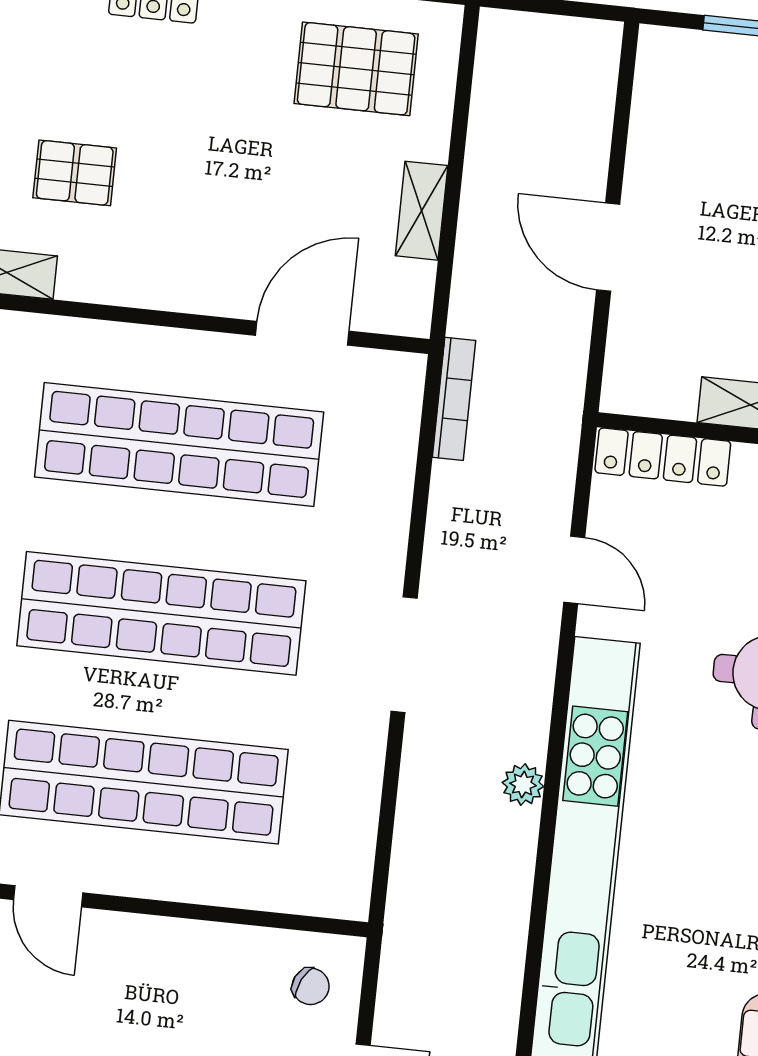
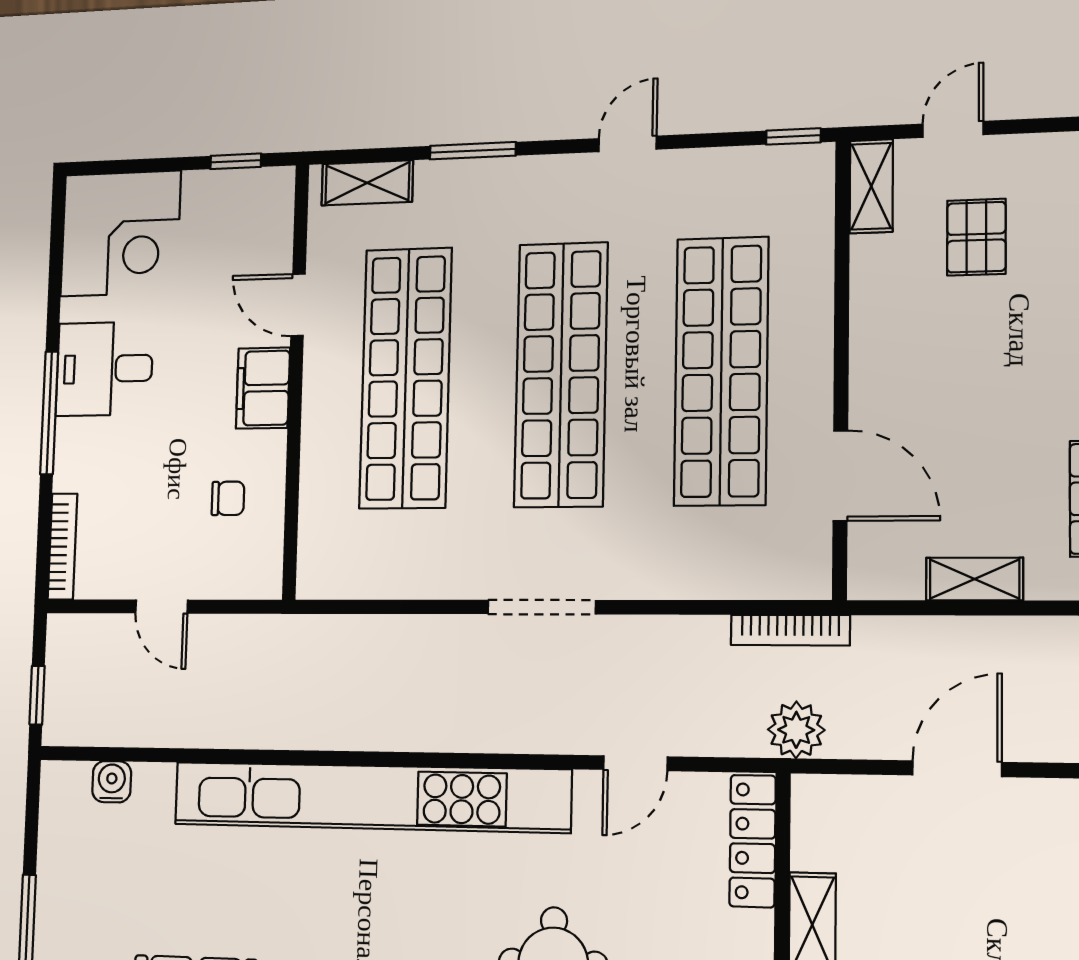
plant: (523, 784) -> (796, 730), moved, width x1.38, depth x1.38
door: (48, 896) -> (298, 305), hinge flipped
filing cabinet: (135, 943) -> (263, 388), added
chair: (311, 986) -> (228, 498), moved, turned -116

